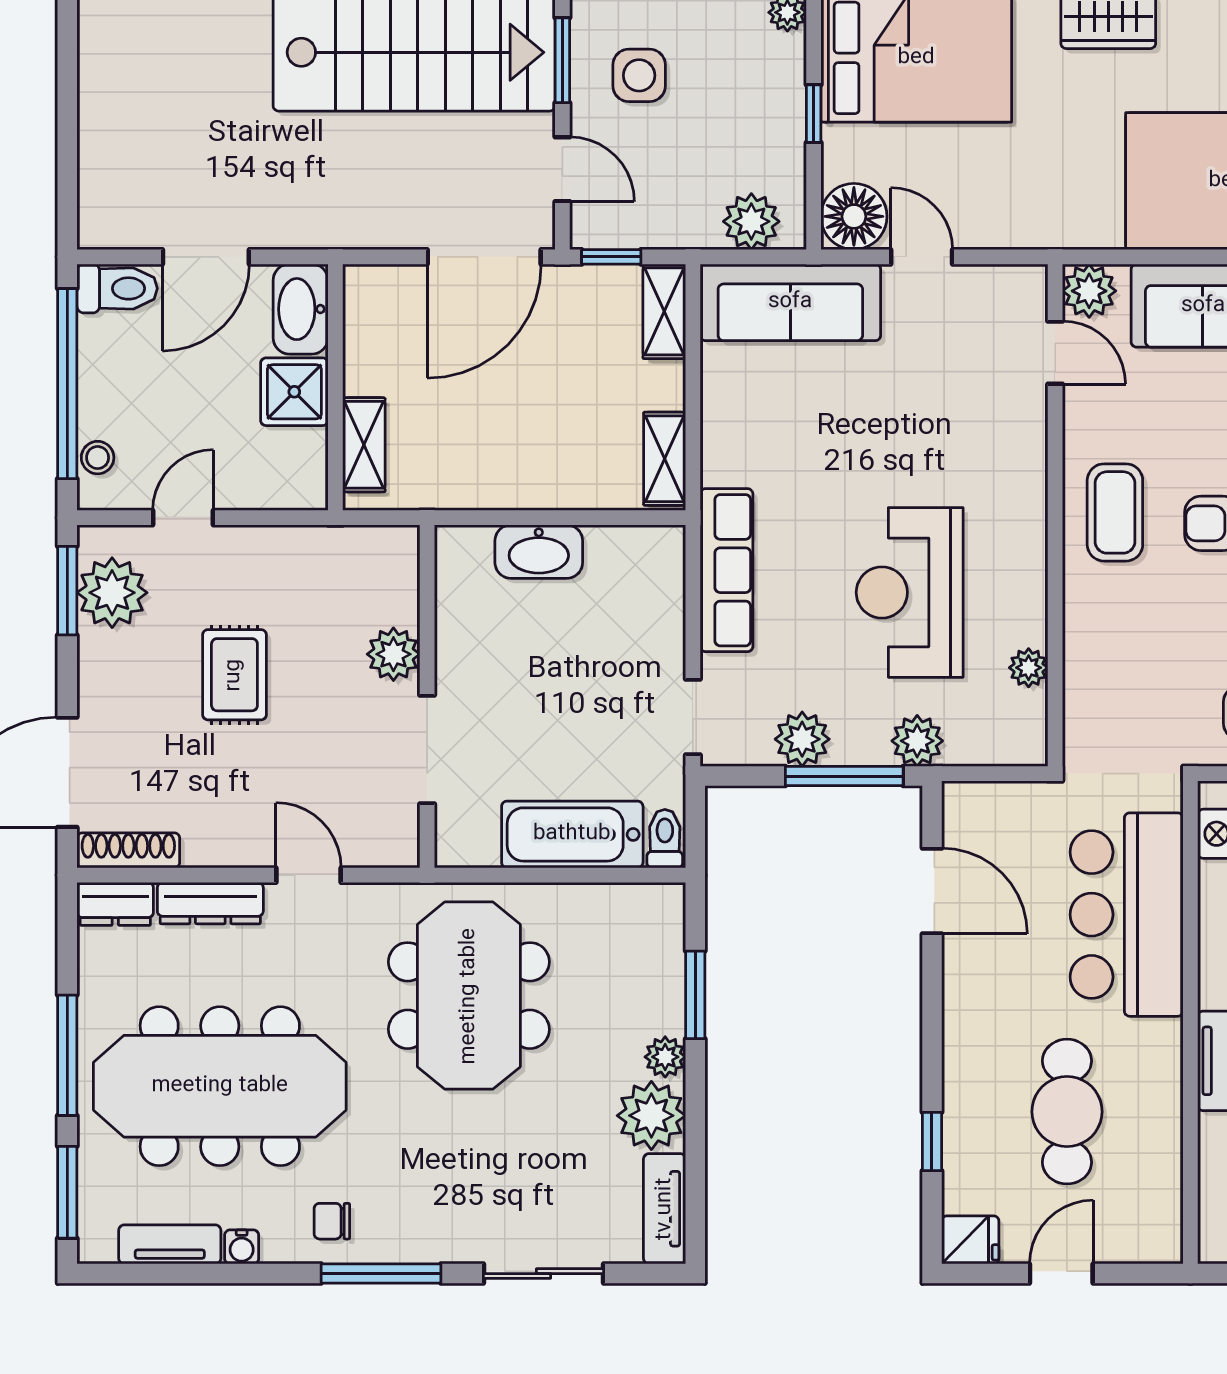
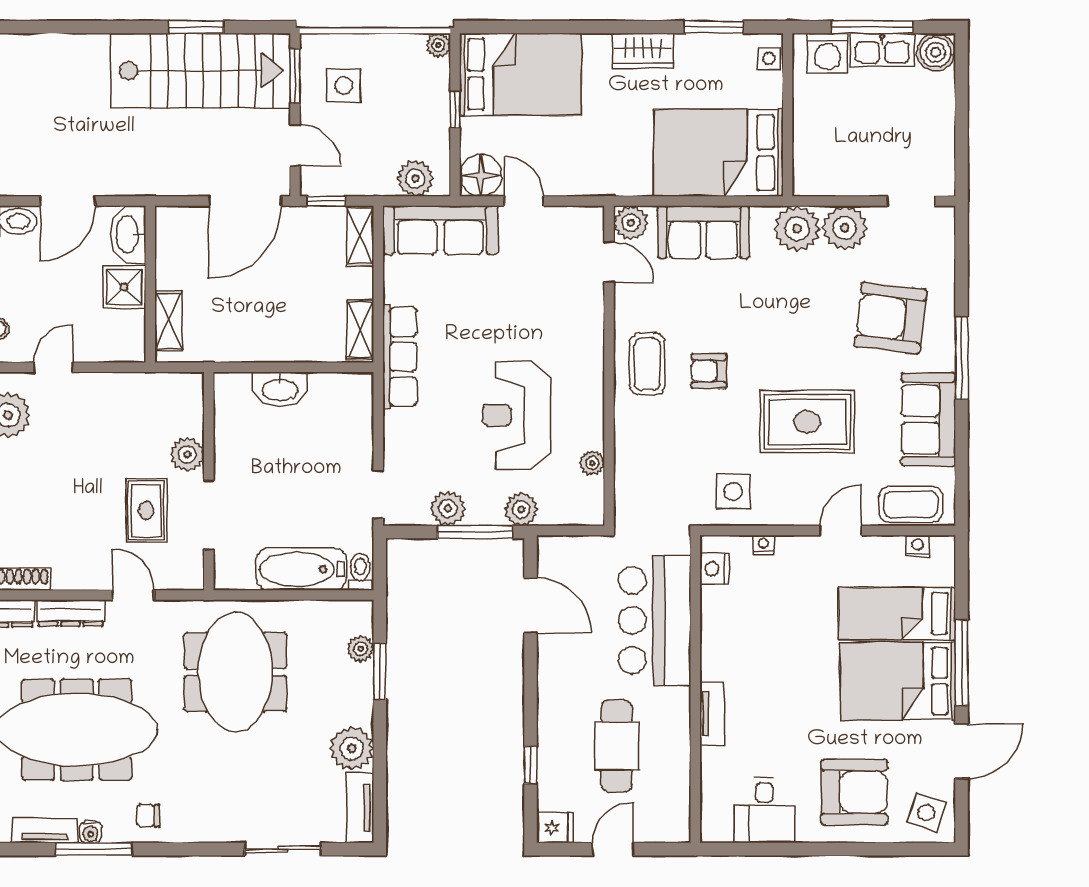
row of seats: (726, 570) -> (400, 357), moved
rug: (234, 675) -> (146, 510), moved
plant: (665, 1057) -> (361, 649), moved
window: (381, 1274) -> (94, 849), moved

